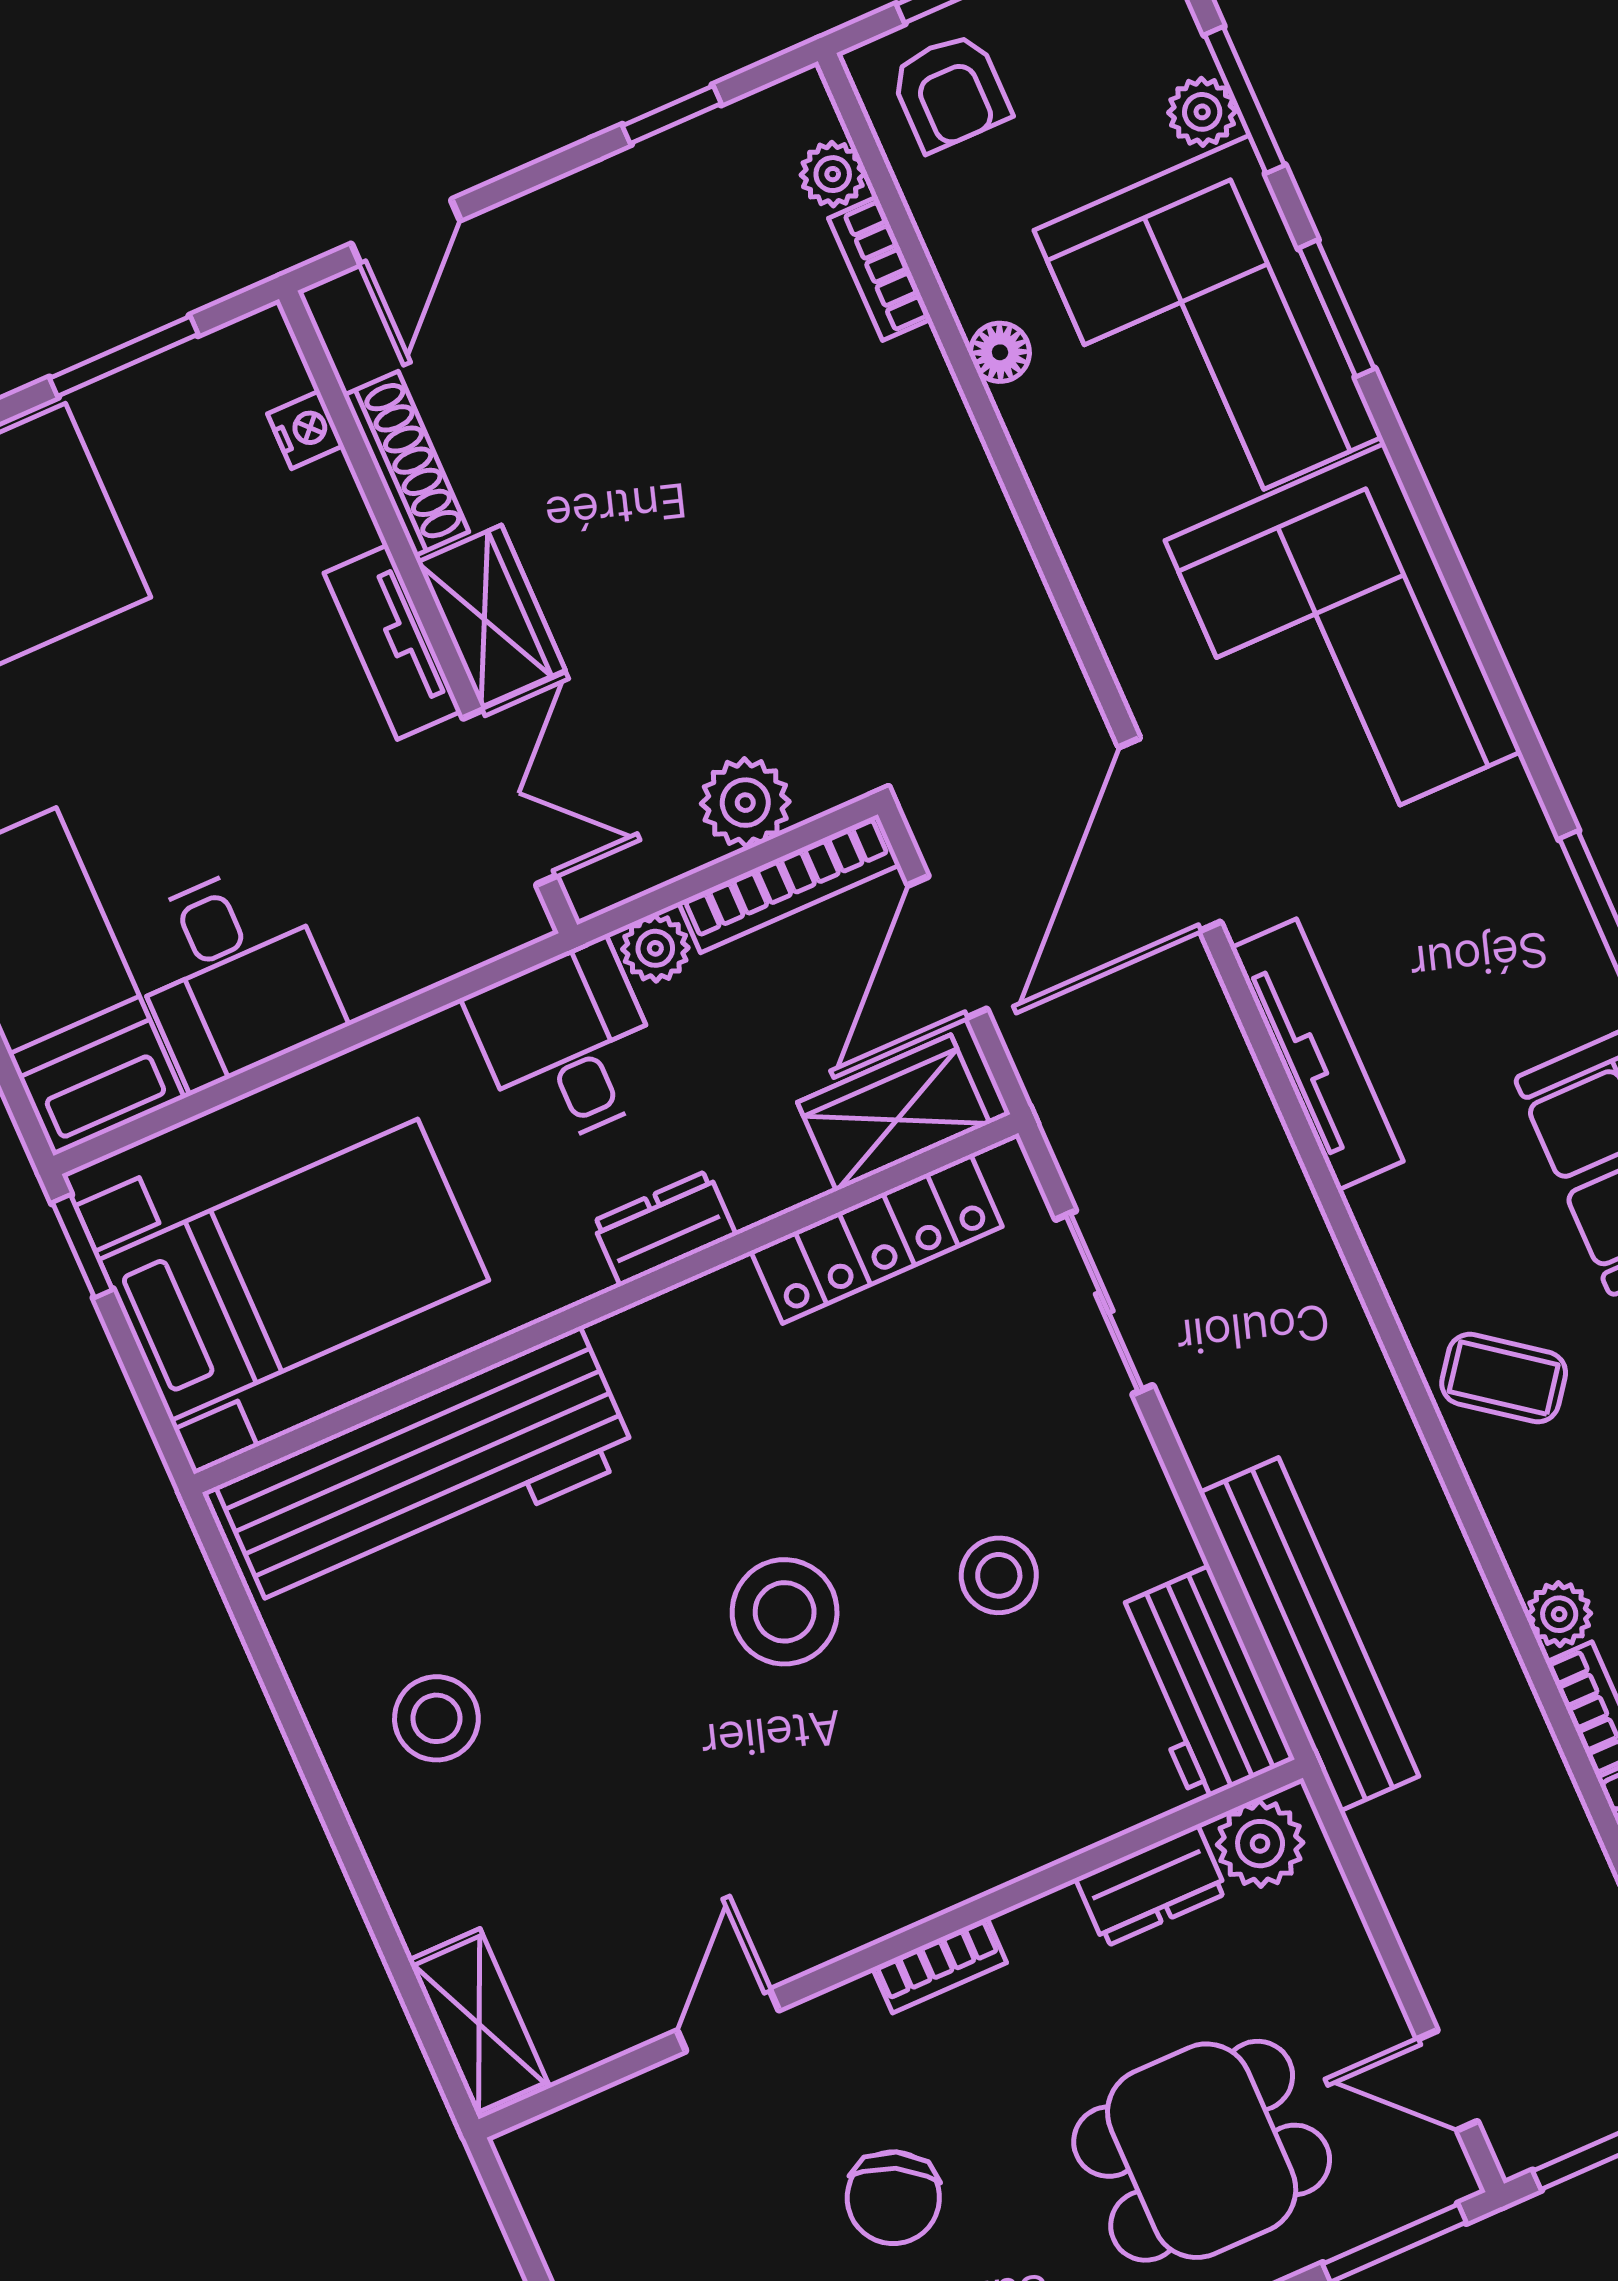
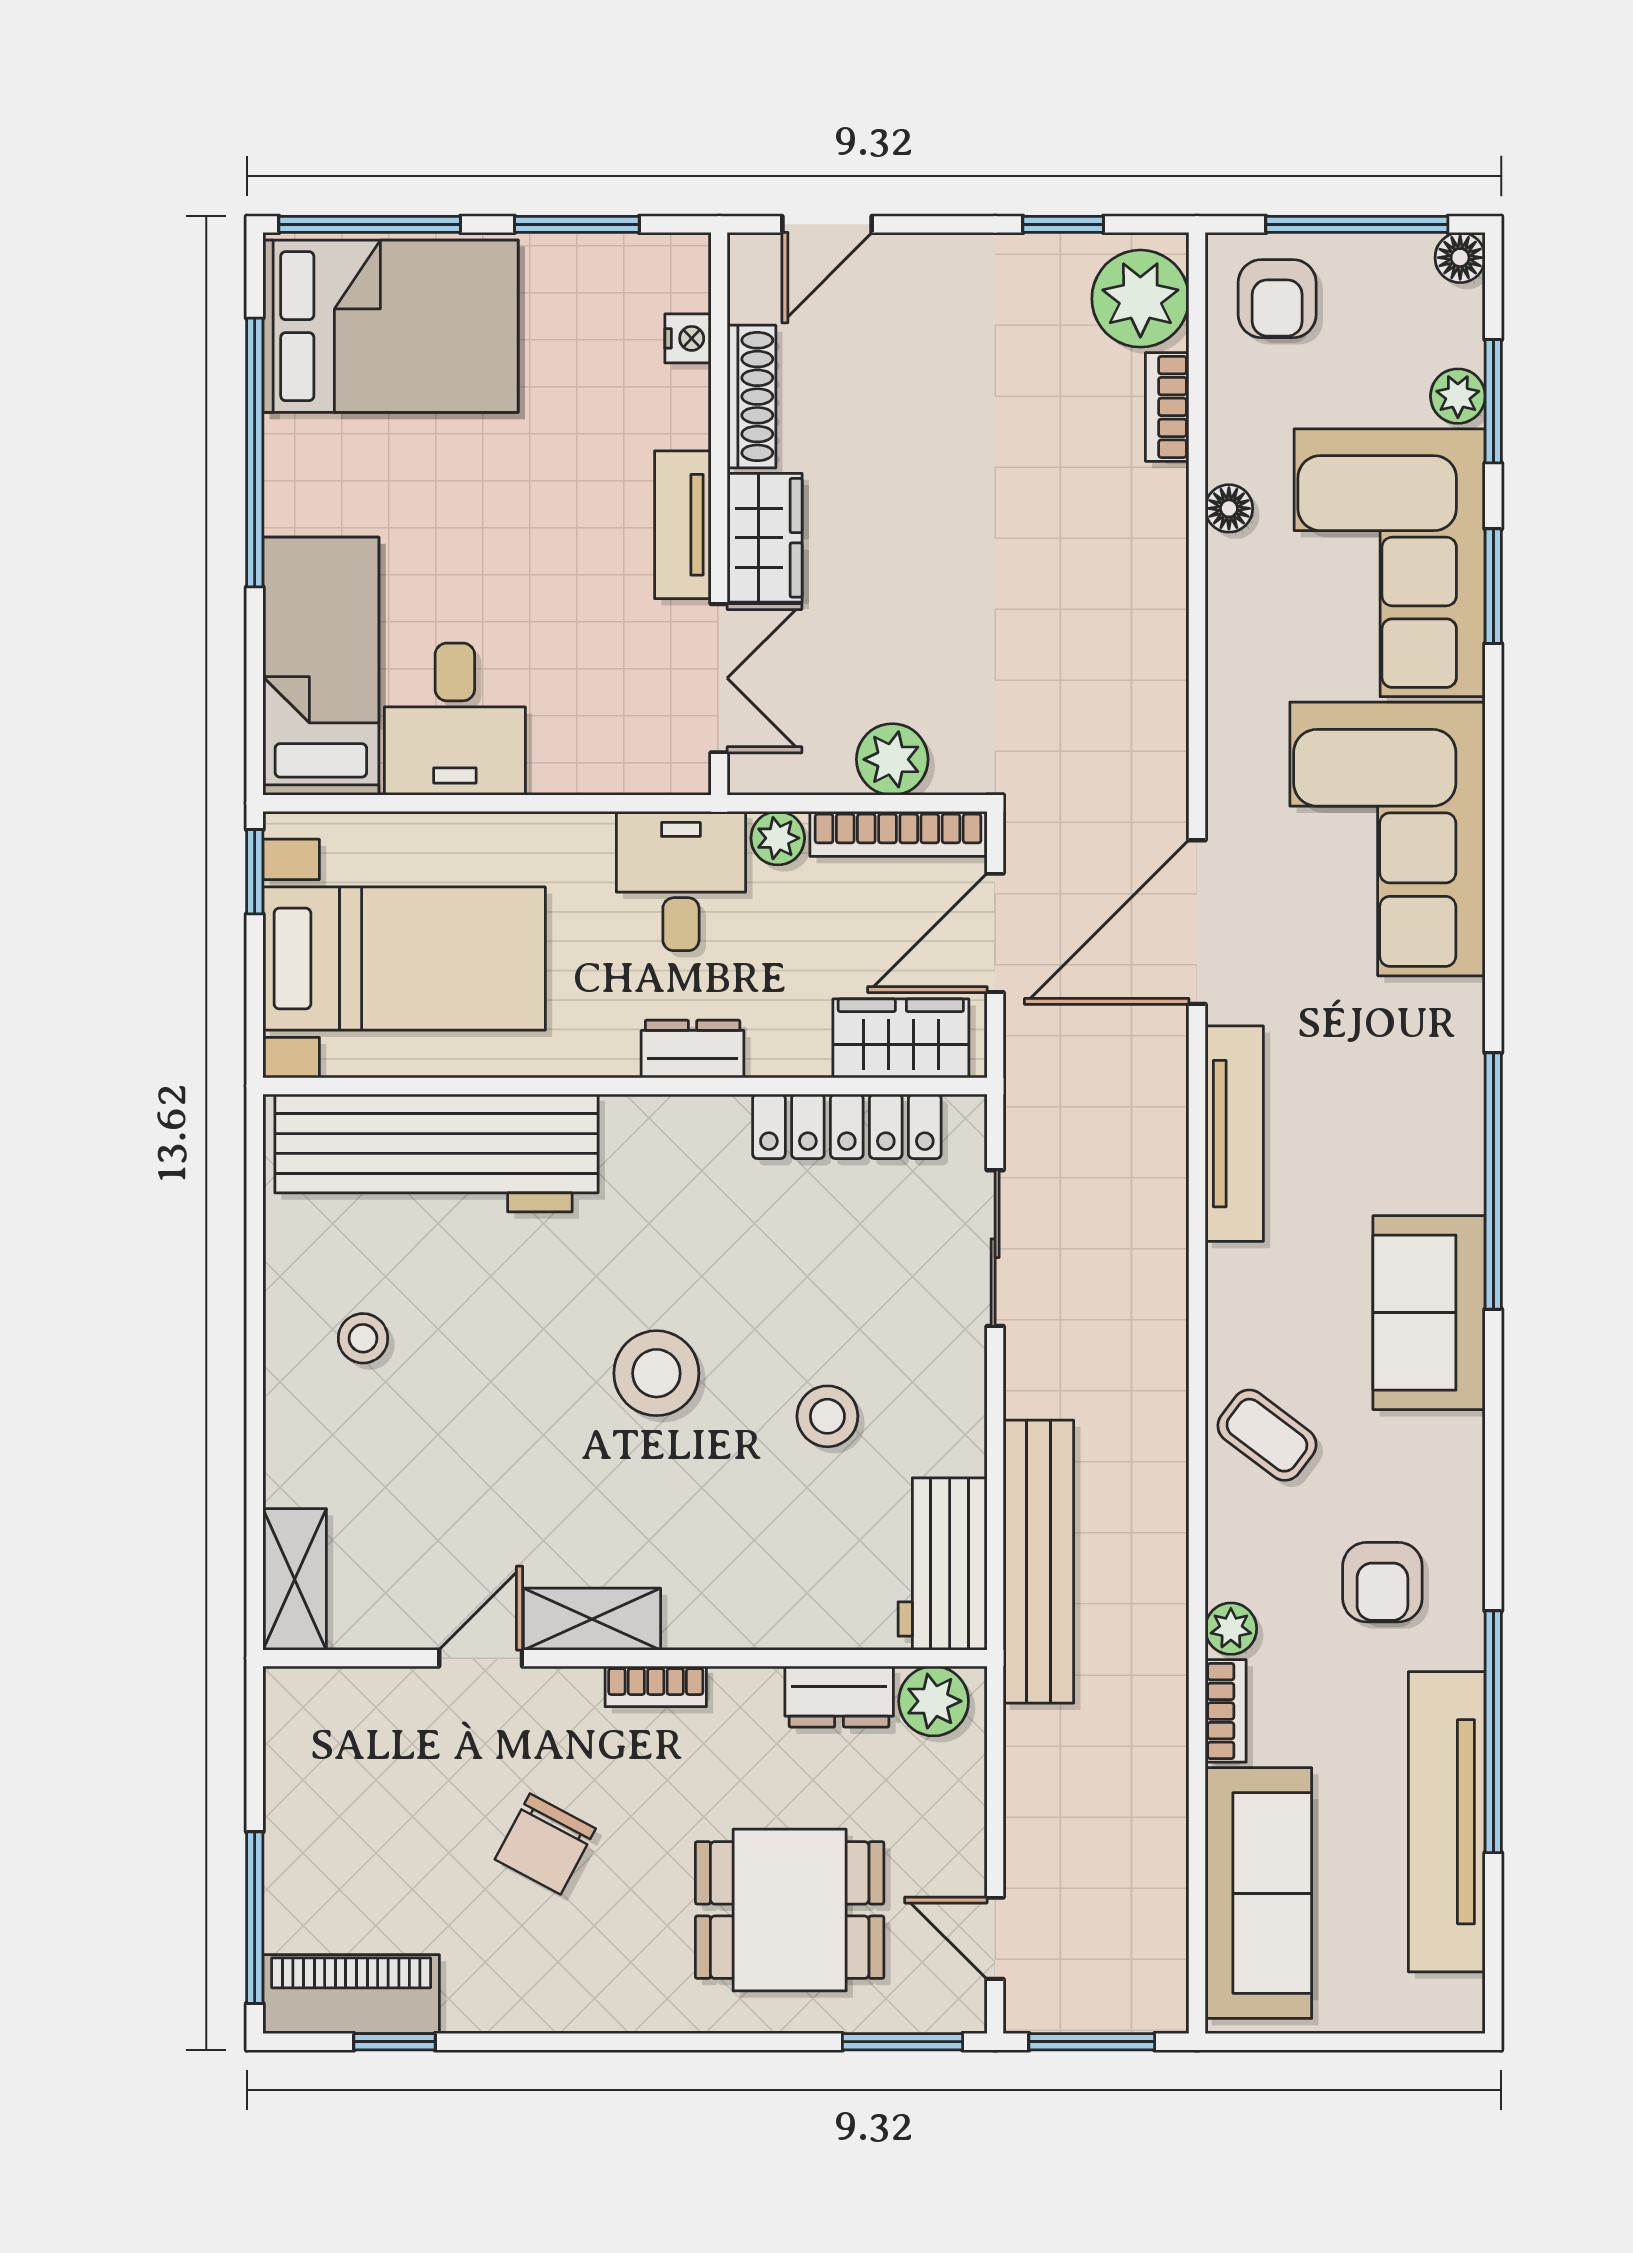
plant: (833, 174) -> (1140, 299), width x1.88, depth x1.88
stool: (436, 1718) -> (363, 1338), width x0.73, depth x0.73
shelving: (834, 1921) -> (592, 1619), added

